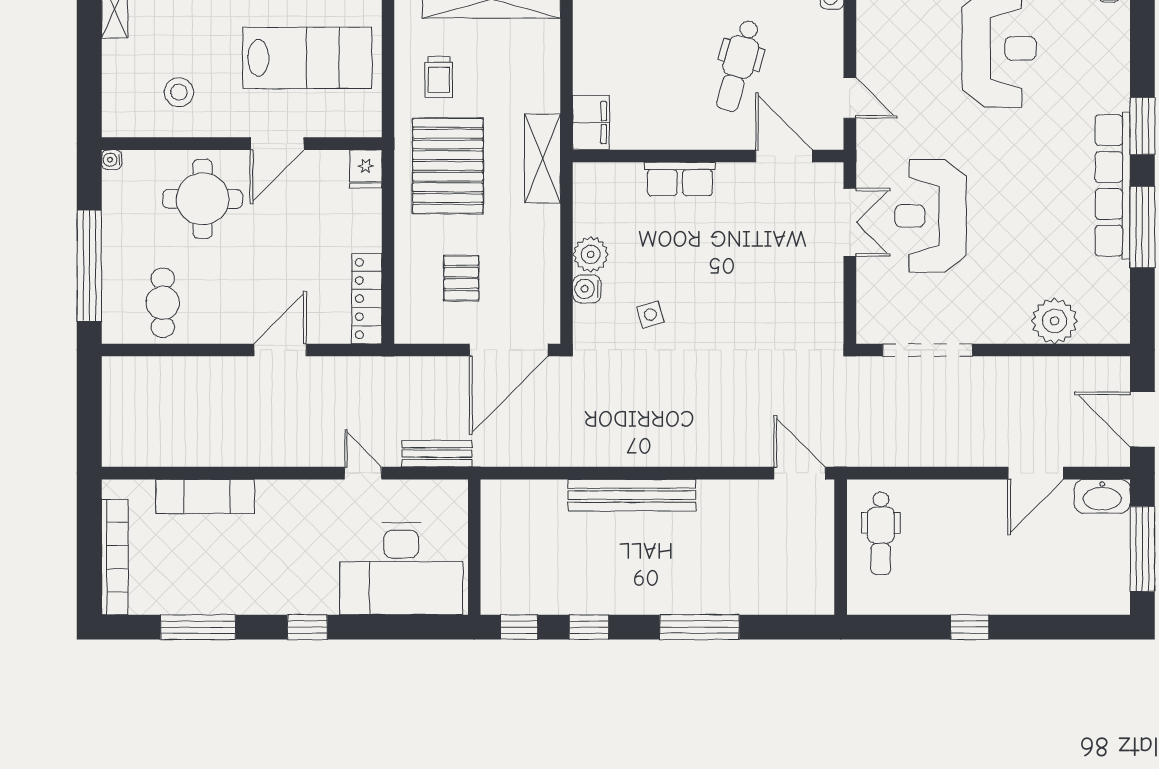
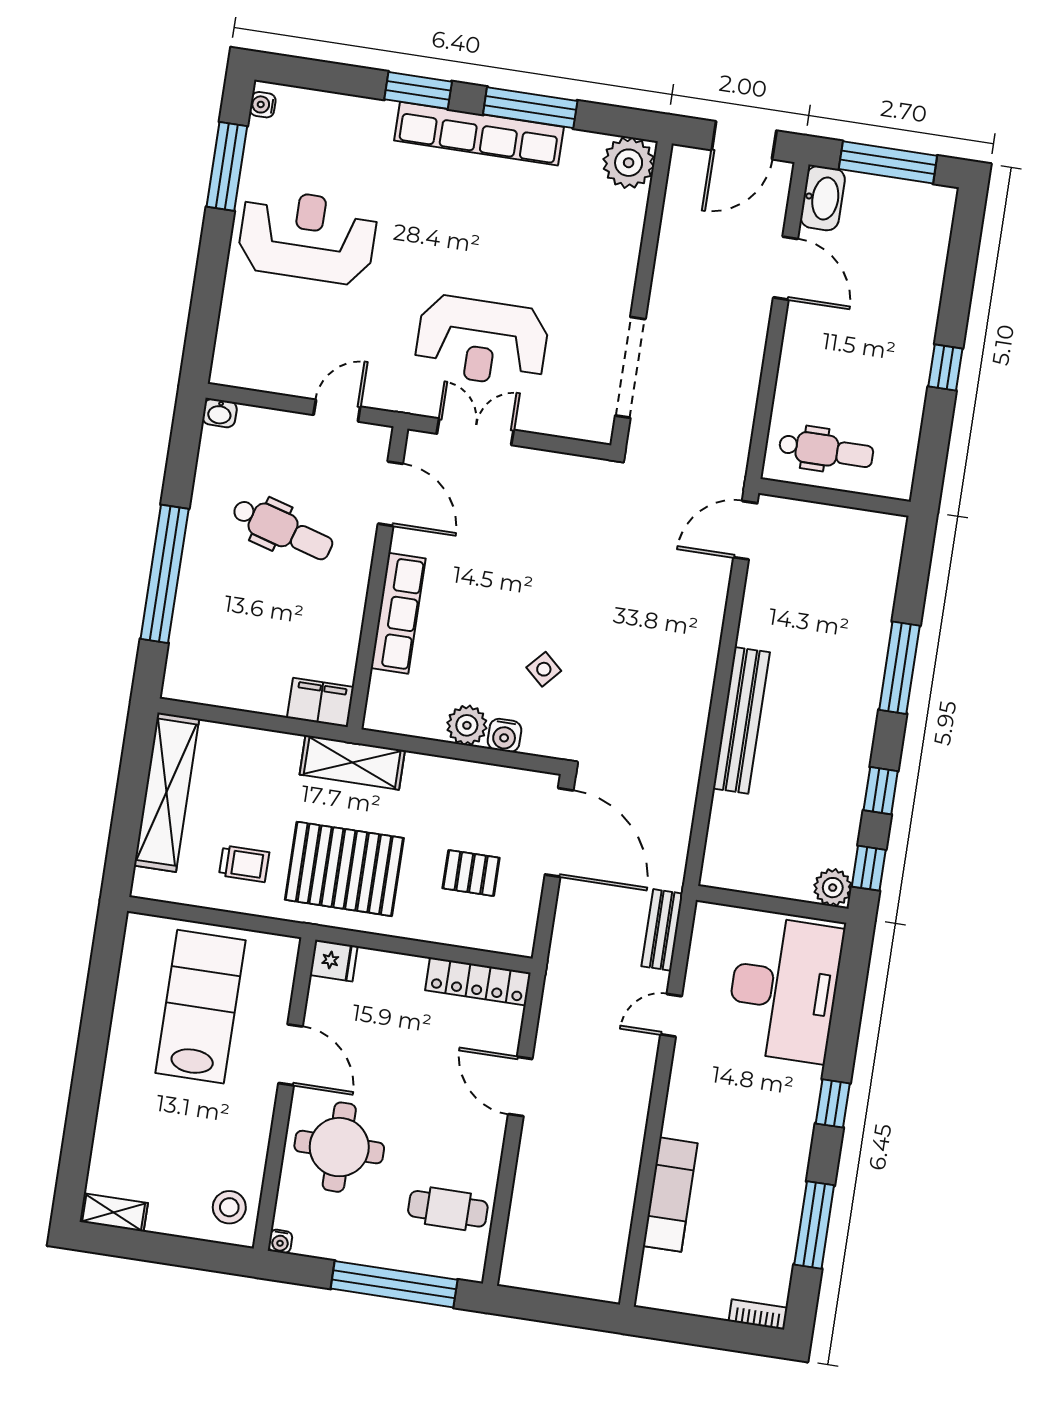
stool: (179, 92) -> (229, 1207), moved
door: (784, 156) -> (390, 494), swing flipped
row of seats: (680, 179) -> (398, 613), width x1.48
side table: (650, 315) -> (544, 669), turned -32
plant: (1055, 321) -> (629, 163), moved
bookcase: (115, 557) -> (758, 1314), width x0.43, depth x0.76
plant: (497, 598) -> (833, 888), added

